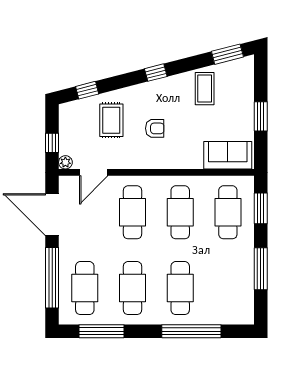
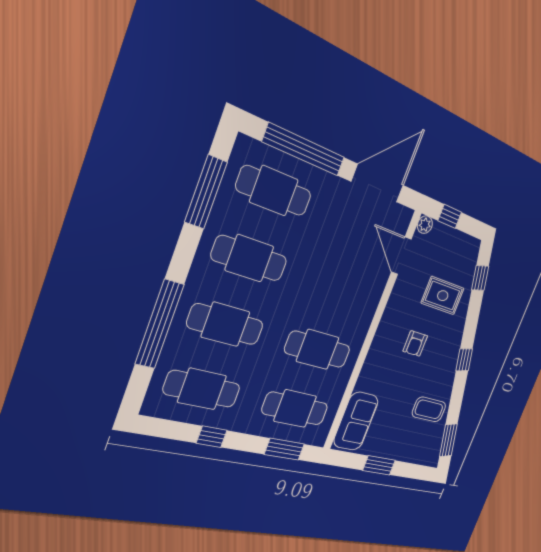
cafe table: (132, 212) -> (202, 389), moved
window: (261, 269) -> (212, 437), width x0.46

